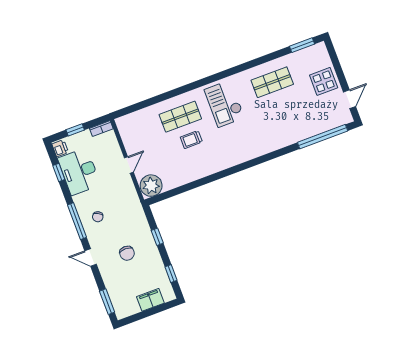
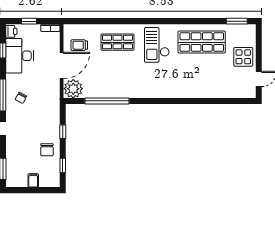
shop shelf: (272, 82) -> (202, 42), width x1.43, depth x1.36
window: (323, 137) -> (107, 101), moved
trolley: (191, 140) -> (79, 45), moved
door: (129, 165) -> (62, 66), width x1.88
chair: (127, 253) -> (47, 150), moved
filing cabinet: (150, 300) -> (33, 180), width x0.50

